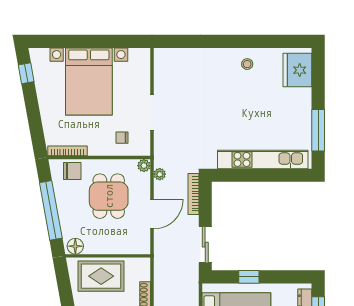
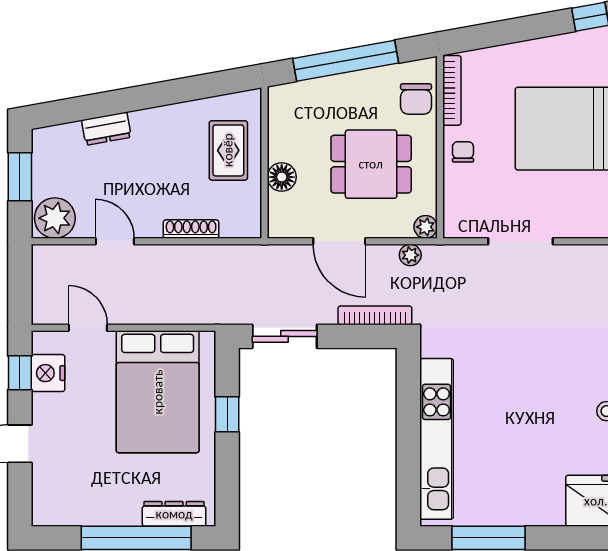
chair: (122, 138) -> (463, 152), moved
floor lamp: (75, 246) -> (282, 177), moved
rug: (101, 276) -> (228, 150), width x0.73, depth x0.70

